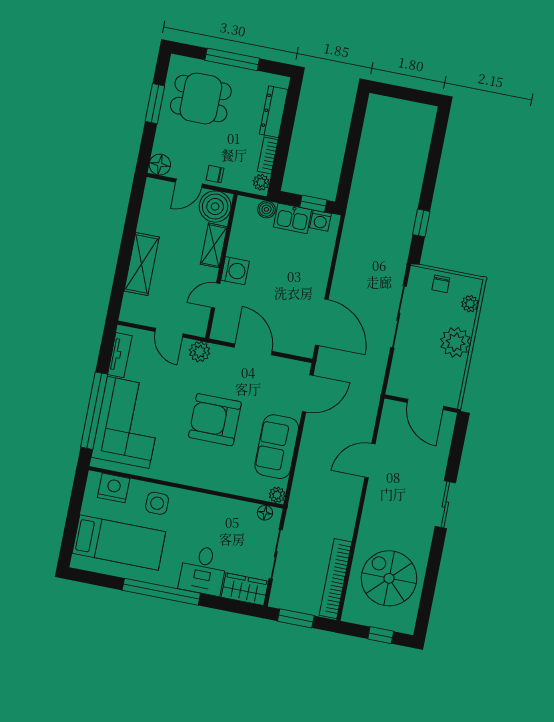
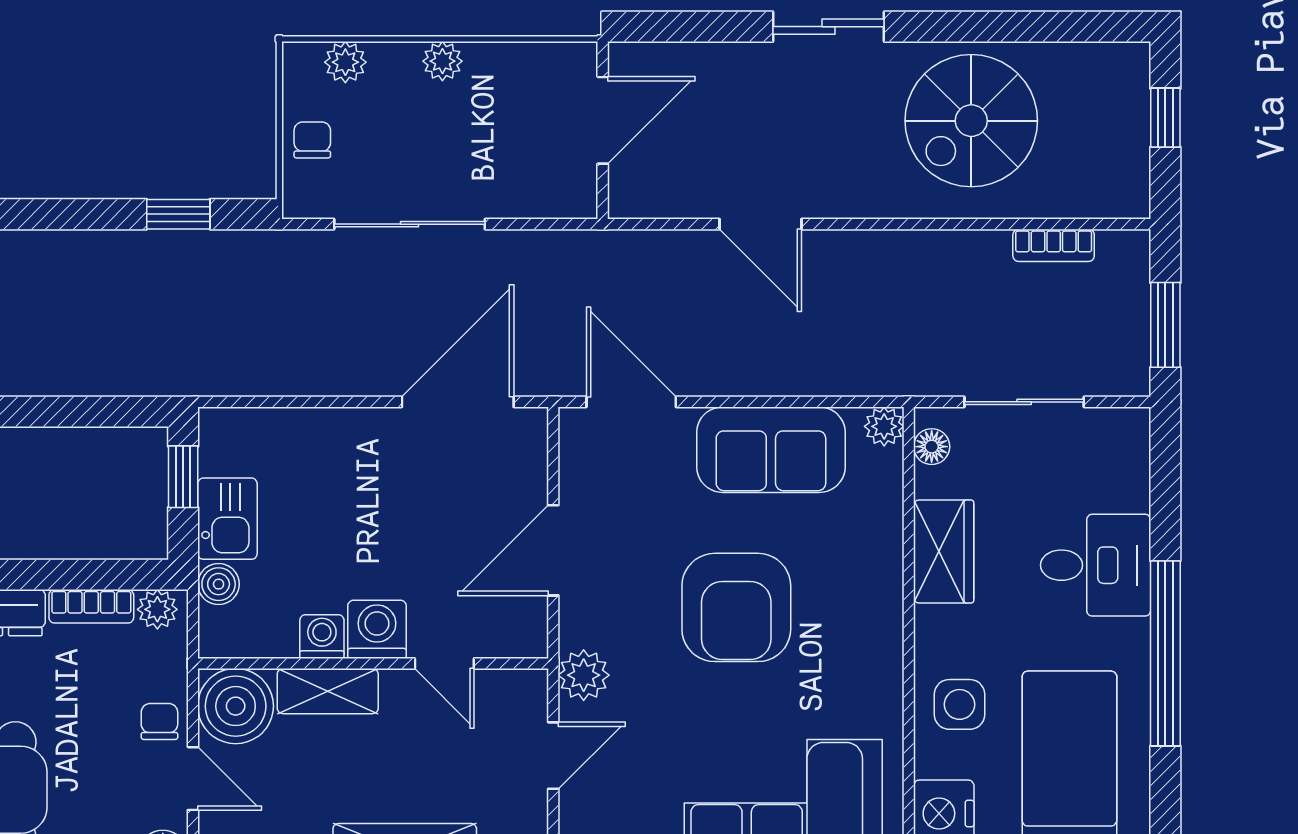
chair: (215, 174) -> (159, 721), turned 180
washing machine: (320, 221) -> (322, 637), moved, turned -90
chair: (441, 284) -> (312, 140), turned -90
plant: (455, 342) -> (442, 61), width x0.53, depth x0.53
spiral stairs: (389, 578) -> (971, 121), moved
bookcase: (335, 579) -> (1054, 245), width x0.43, depth x0.76
wardrobe: (245, 589) -> (944, 552), moved, turned 180

